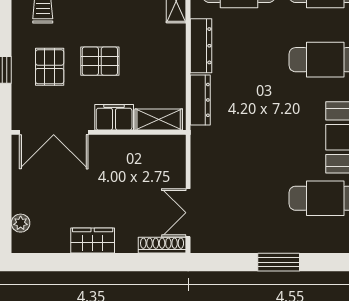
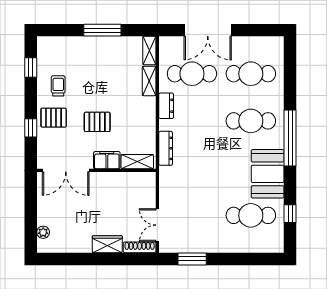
dresser: (201, 46) -> (166, 106), width x0.70
pallet: (50, 67) -> (54, 118), moved, turned 90
wardrobe: (93, 241) -> (107, 244), moved
window: (279, 262) -> (192, 259), moved

